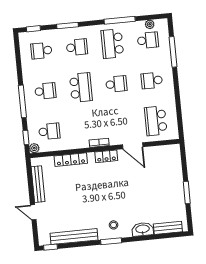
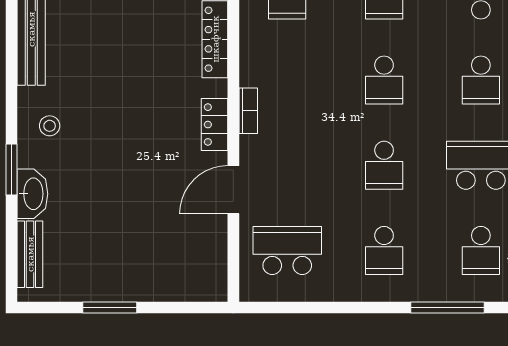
school desk: (152, 81) -> (384, 250), turned 180
school desk: (81, 87) -> (384, 80), width x0.54
window: (111, 241) -> (12, 169), moved

